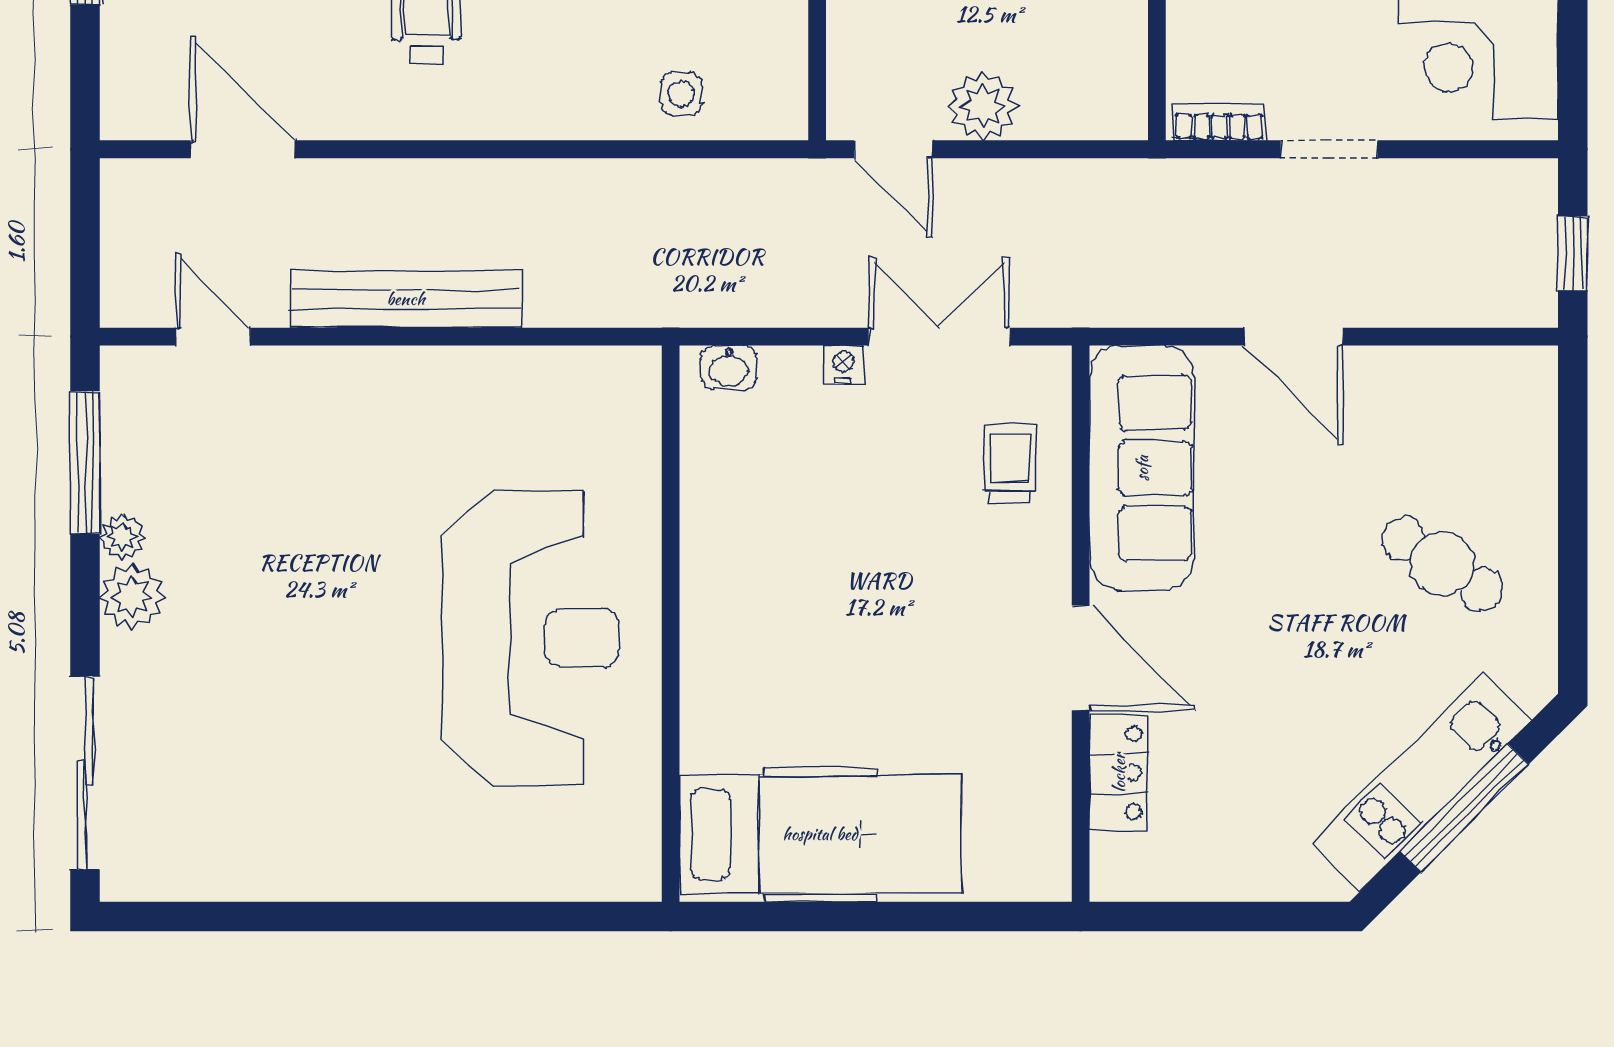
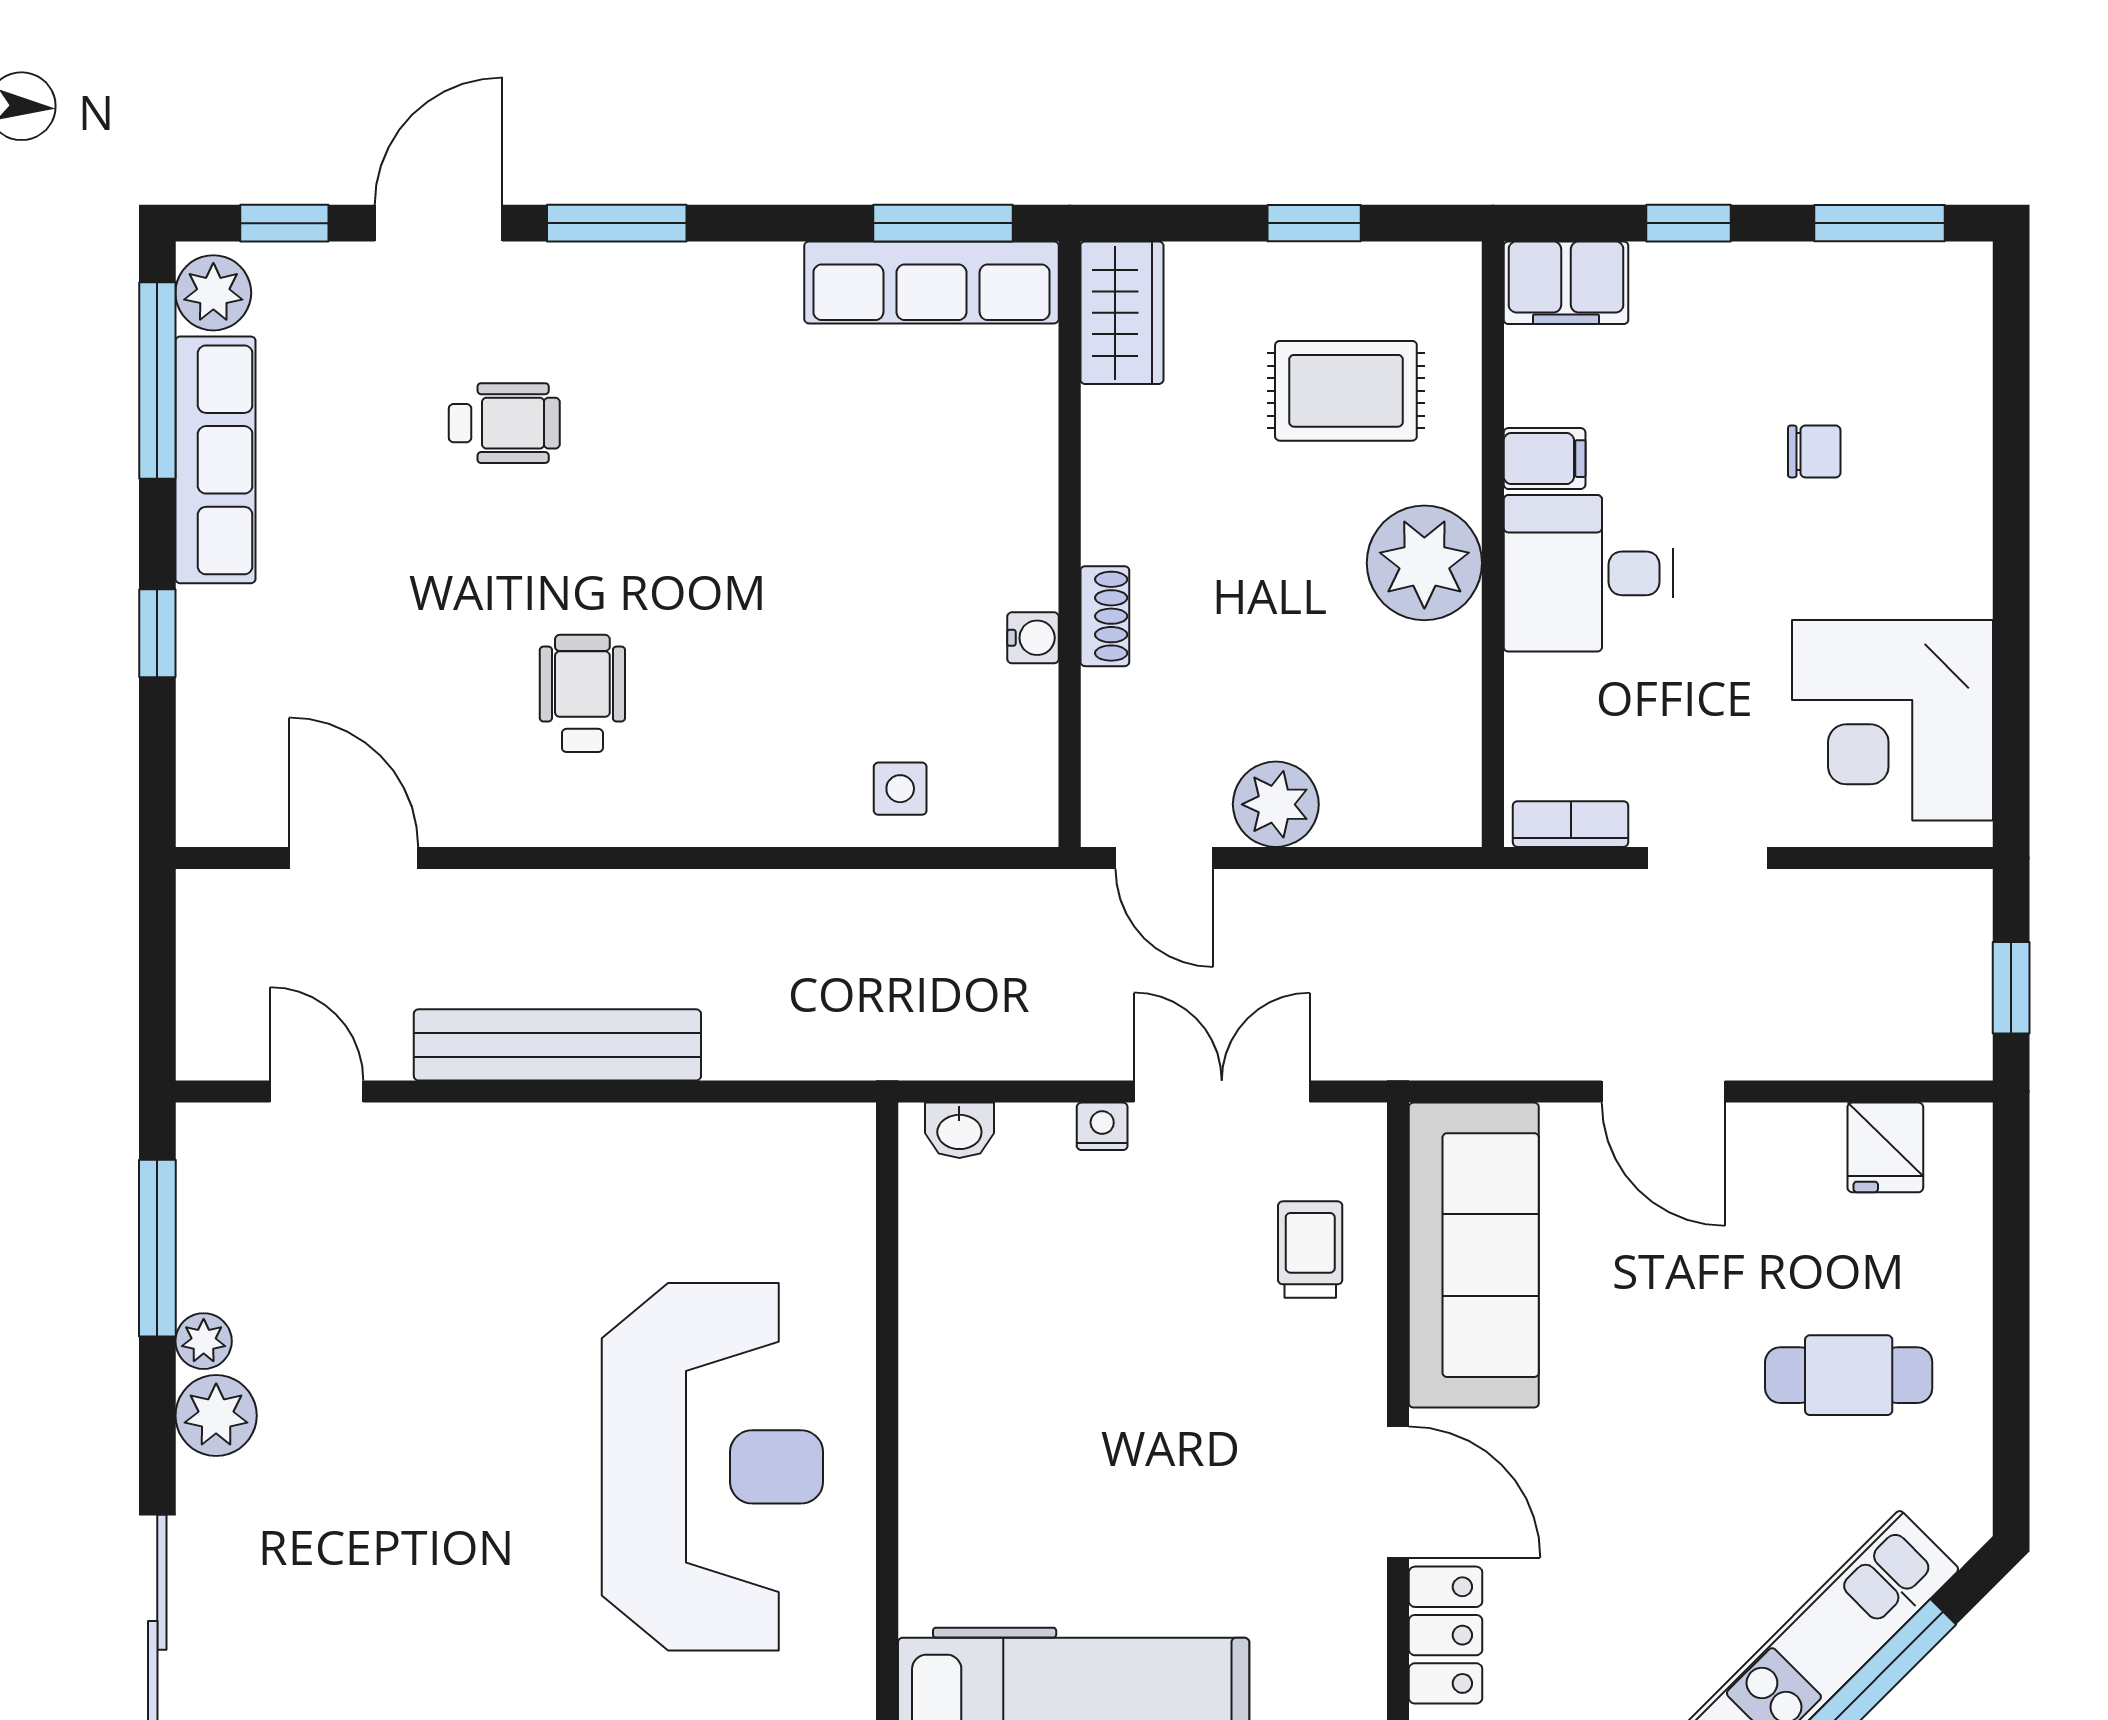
fridge: (1472, 381) -> (1885, 1147), added
cafe table: (1442, 564) -> (1849, 1375), turned -33

